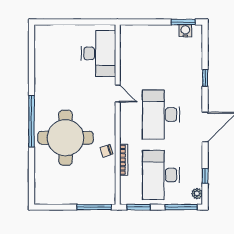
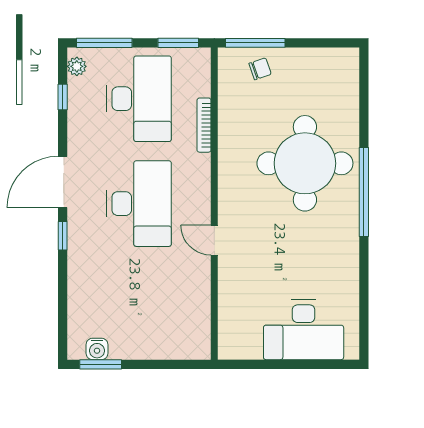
desk: (98, 53) -> (304, 330), moved, turned -90
window: (205, 78) -> (63, 236), moved
chair: (106, 151) -> (260, 69), moved

